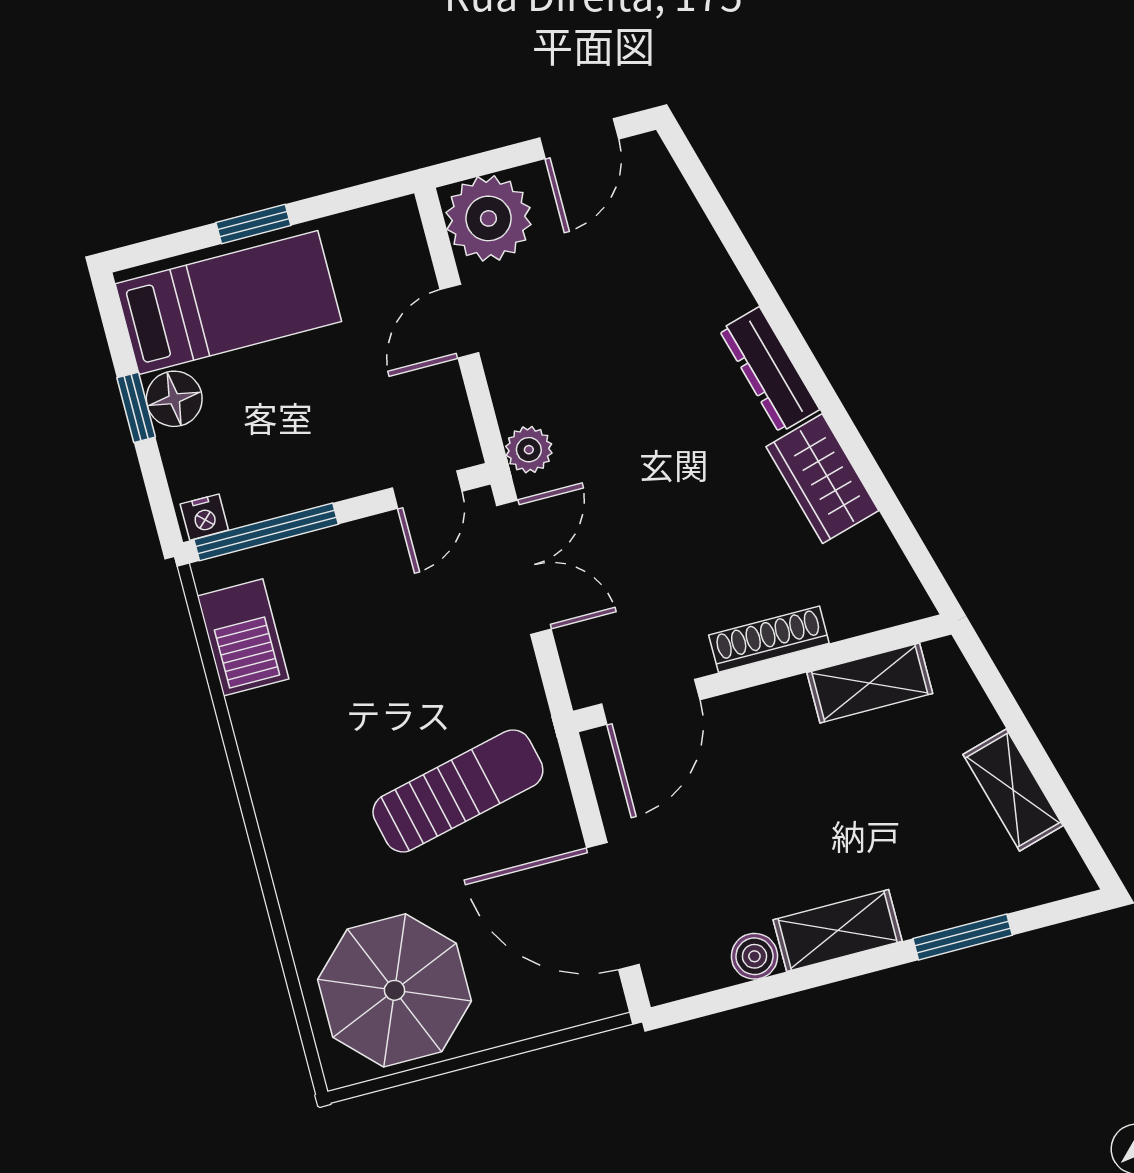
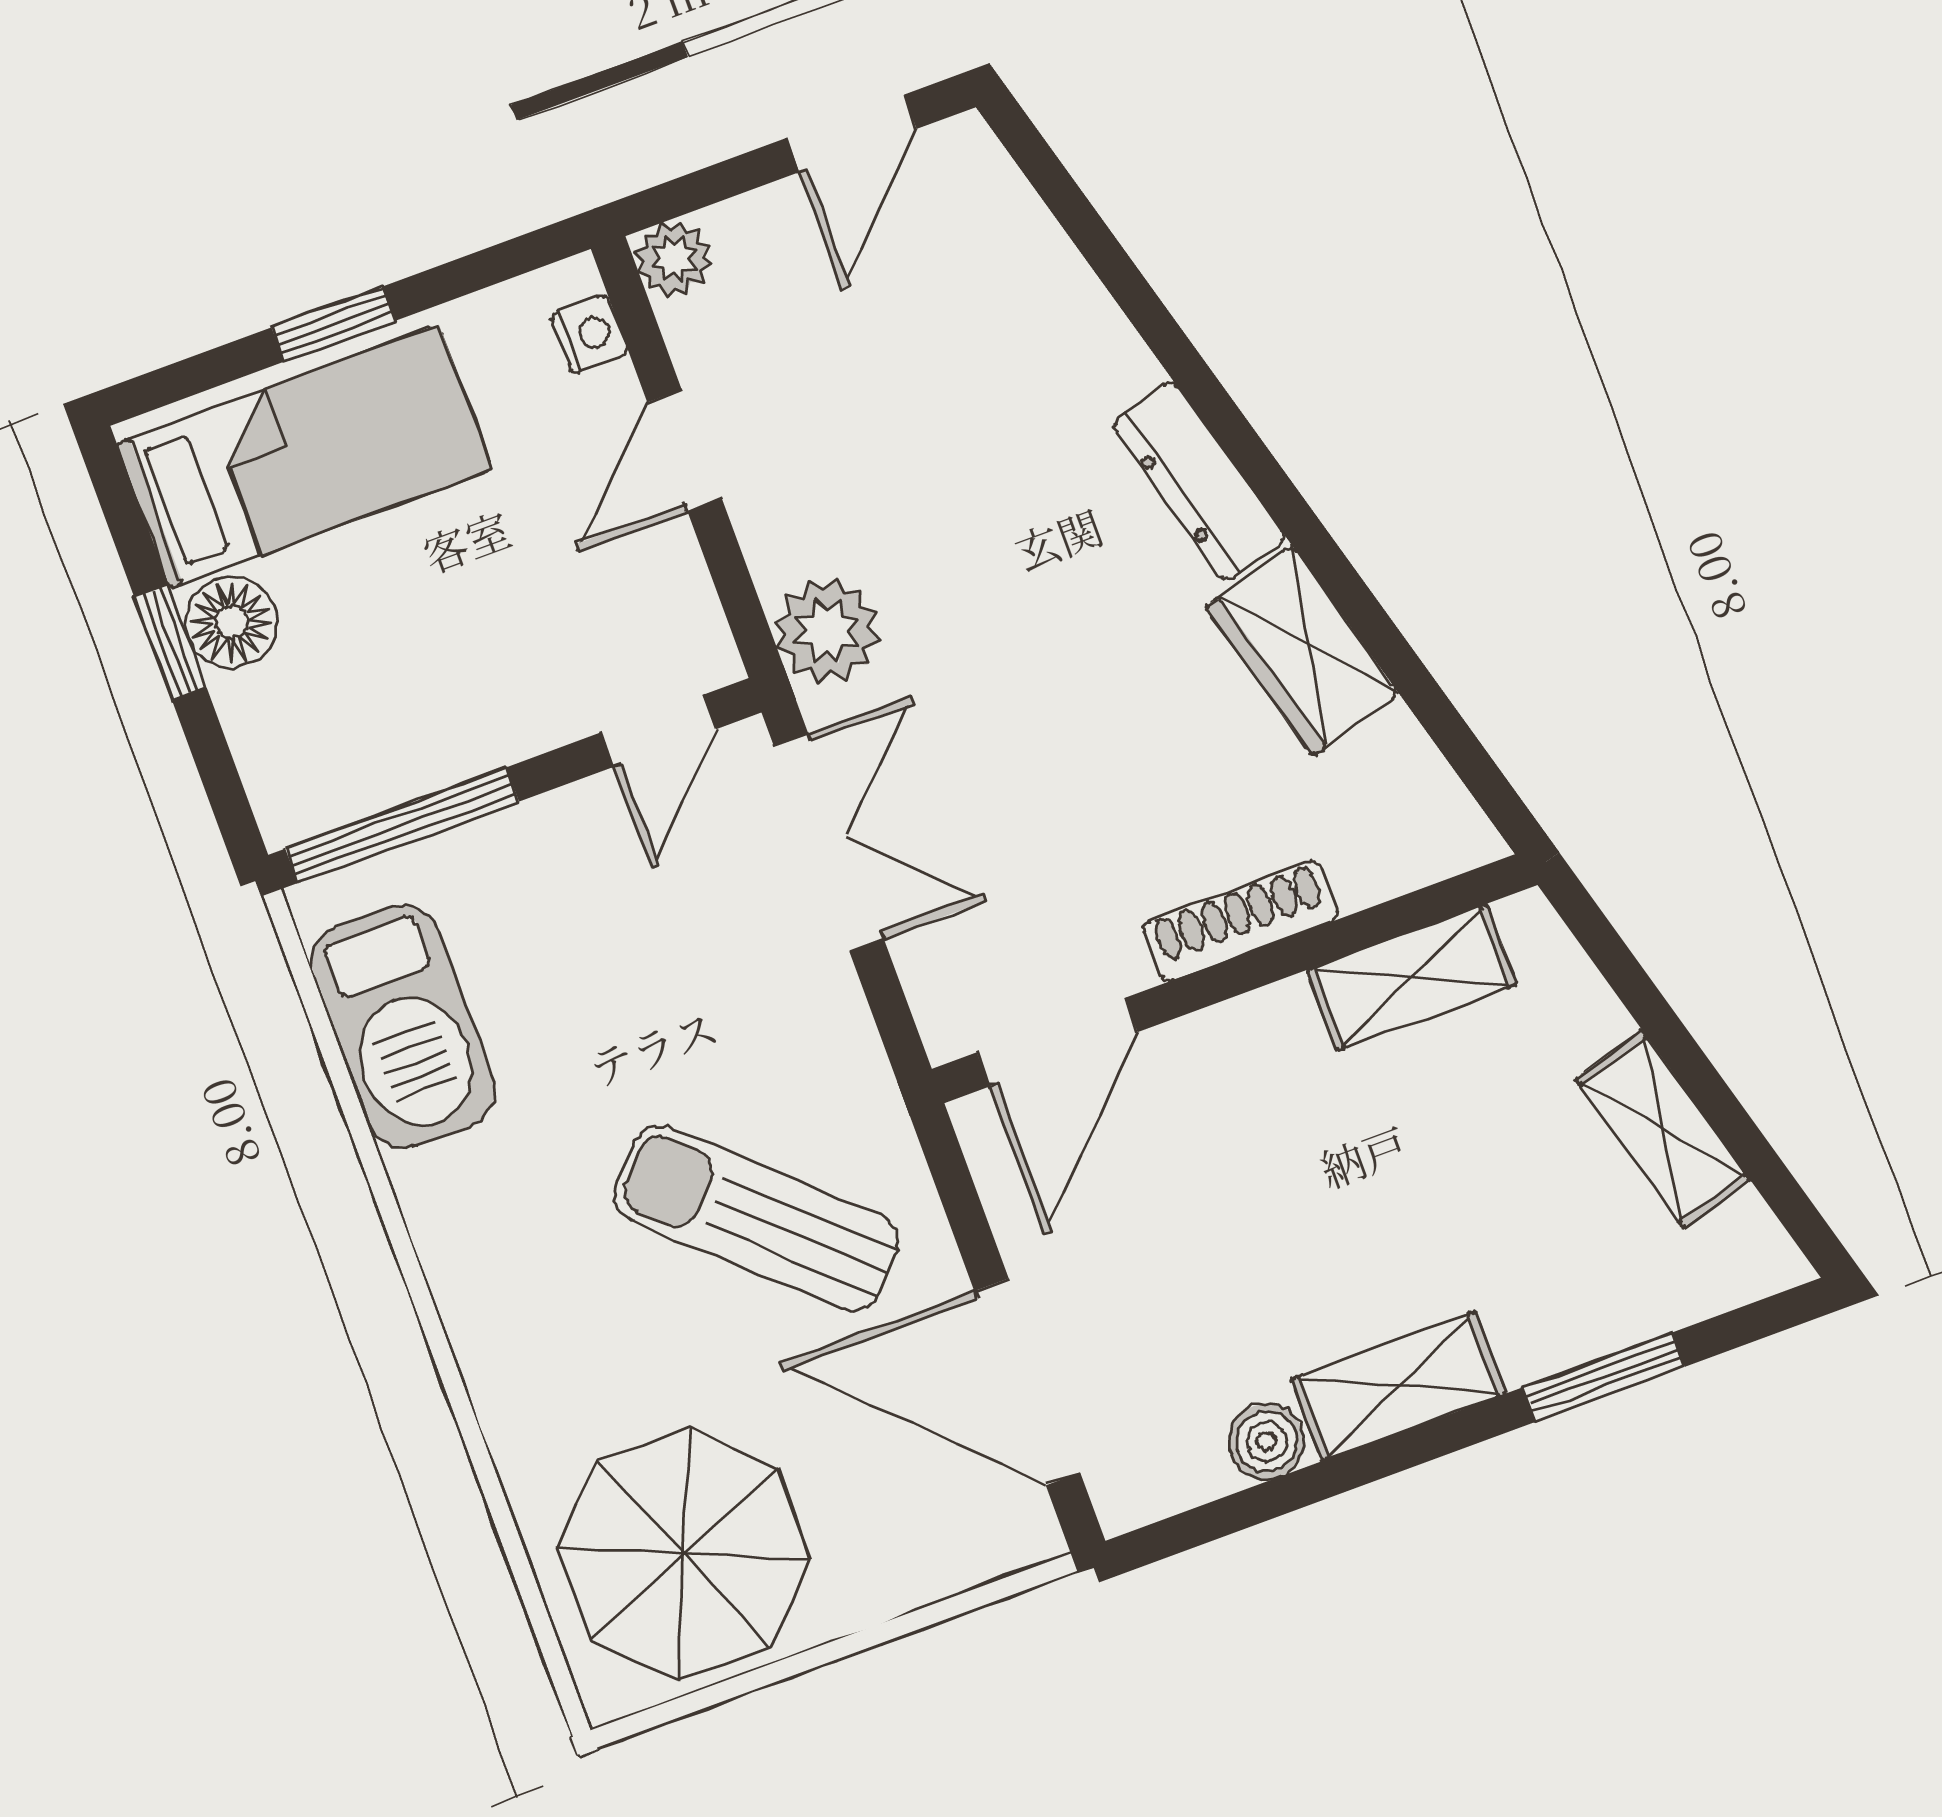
plant: (488, 218) -> (674, 259), width x0.53, depth x0.53
plant: (529, 450) -> (827, 631), width x1.38, depth x1.38
nightstand: (204, 517) -> (589, 334), moved, turned -90
barbecue: (243, 637) -> (403, 1027), width x1.37, depth x1.21
sun lounger: (458, 791) -> (756, 1218), turned -124

